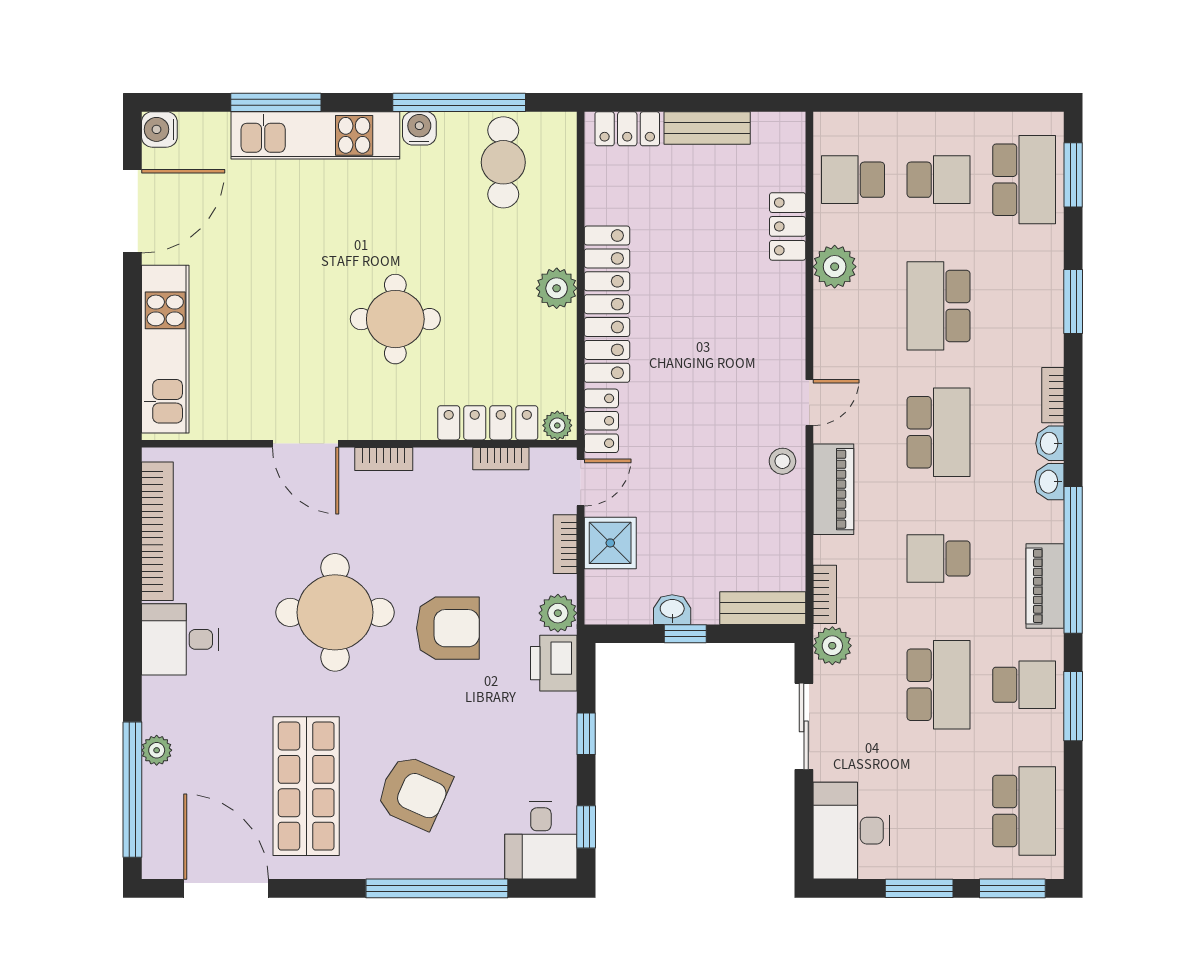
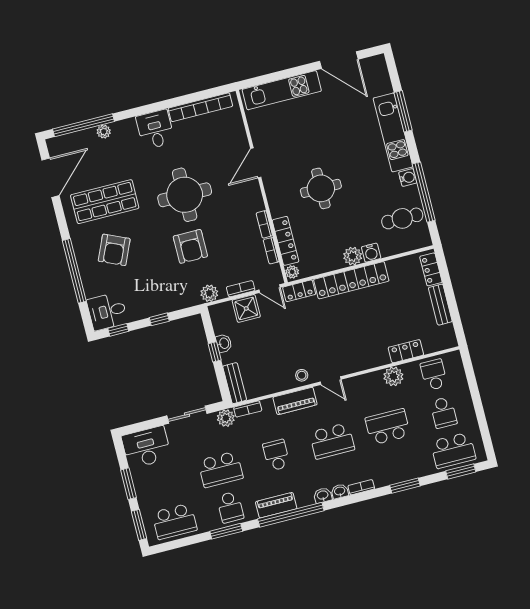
water cooler: (159, 129) -> (371, 253), moved, turned 180
bookcase: (384, 459) -> (264, 224), moved
printer: (554, 663) -> (187, 297), removed

